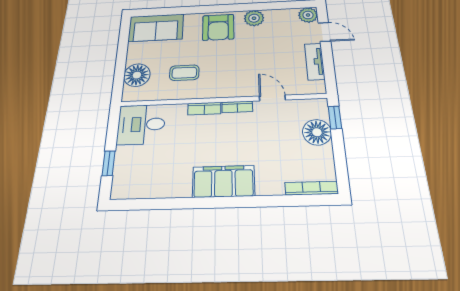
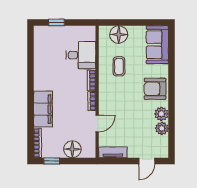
plant: (308, 15) -> (162, 128), moved
tv unit: (315, 61) -> (113, 152), moved
window: (335, 117) -> (52, 161), moved
desk: (141, 124) -> (81, 55), moved, turned 90
filing cabinet: (223, 181) -> (43, 109), moved

